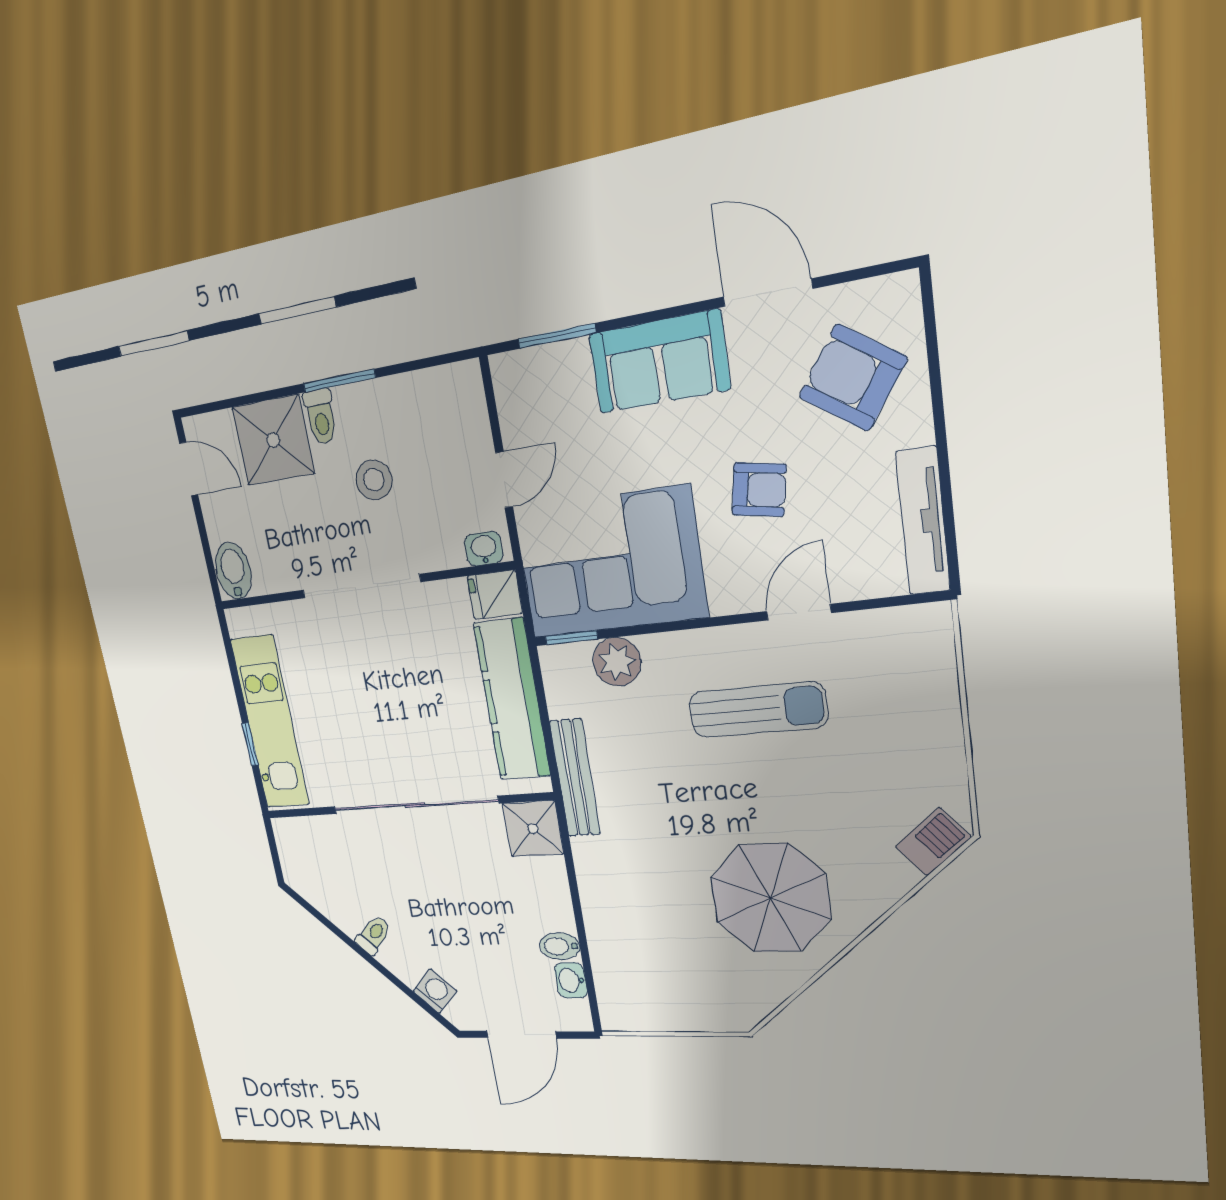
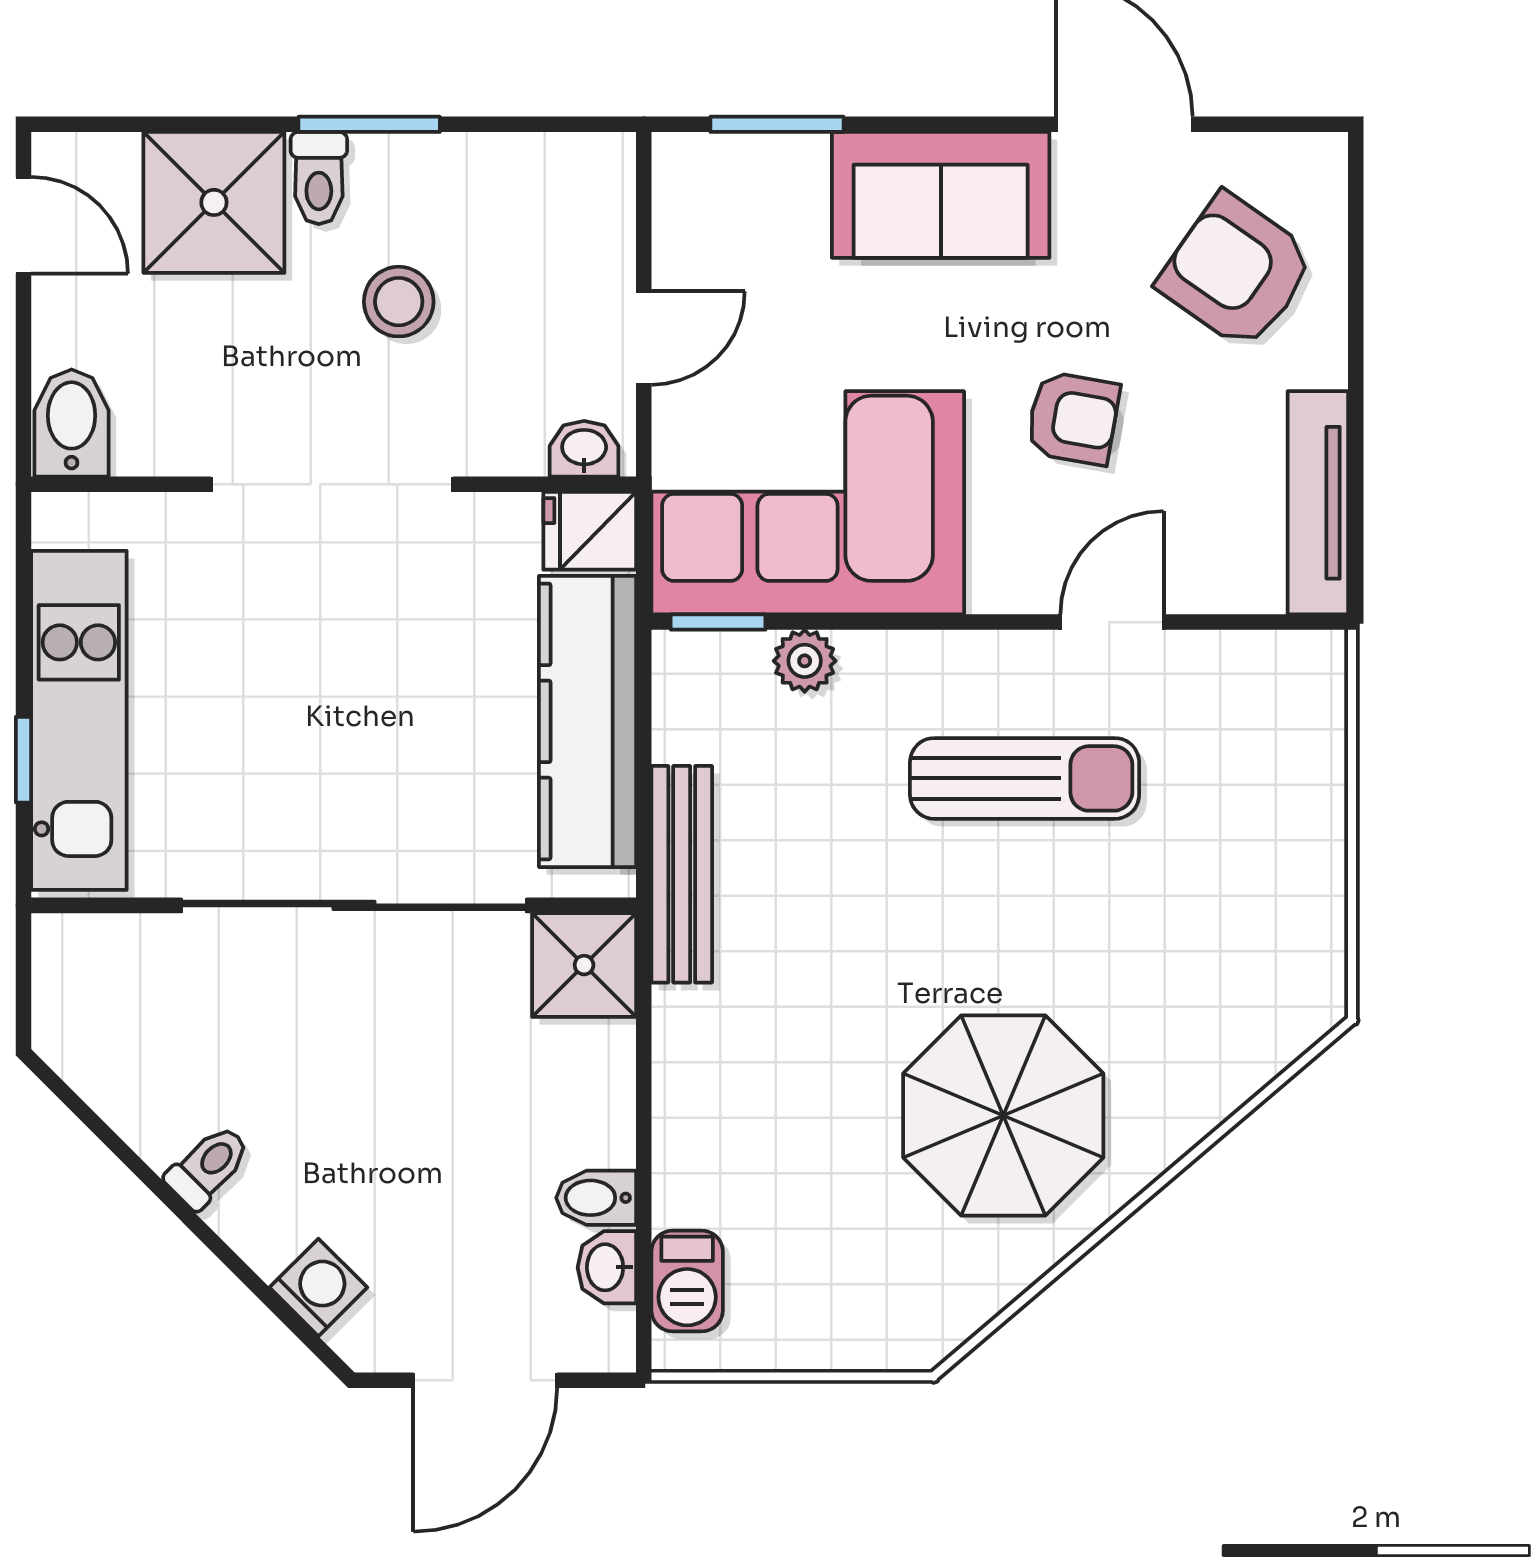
plant: (617, 662) -> (805, 661), width x0.73, depth x0.73
barbecue: (933, 842) -> (687, 1281), moved, turned 130

